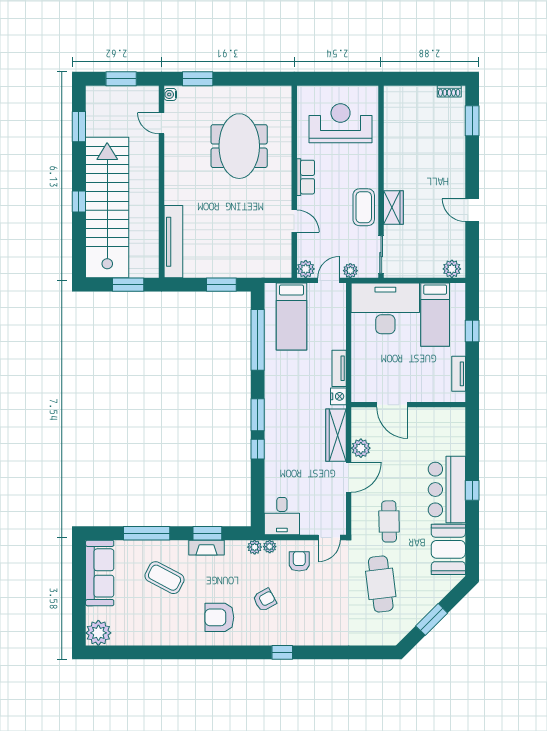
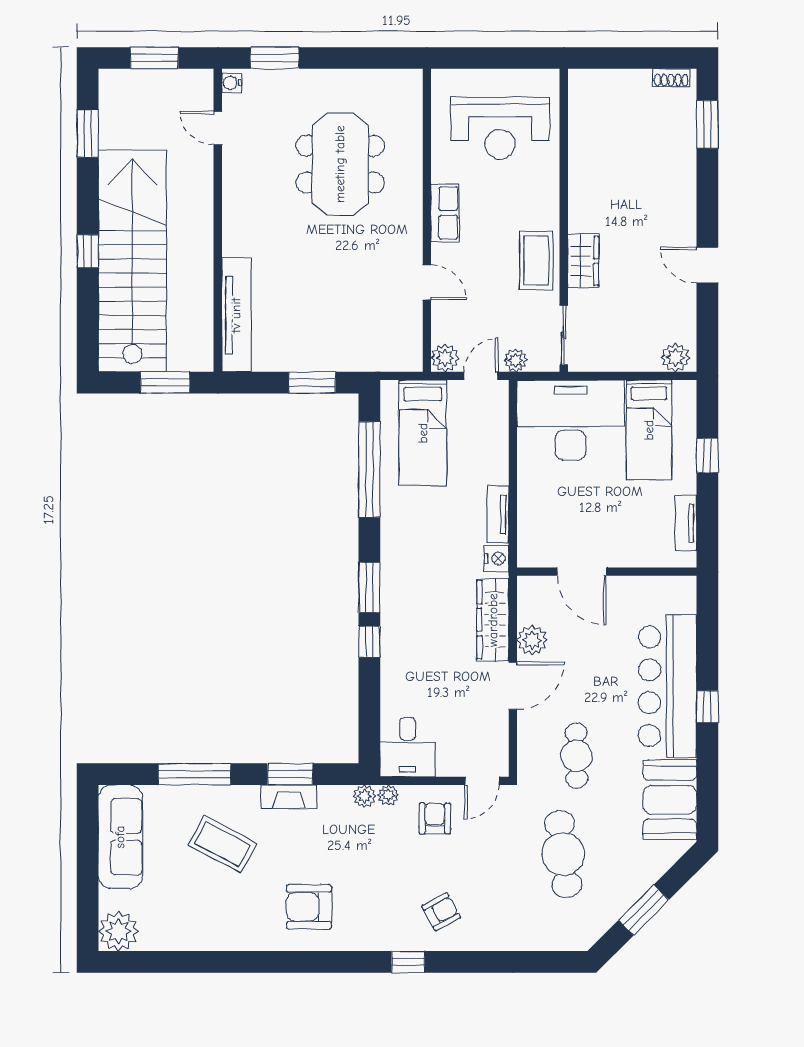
reception desk: (341, 123) -> (500, 128), turned 180
bar counter: (447, 489) -> (667, 686), width x1.36
armchair: (265, 600) -> (441, 912), moved

